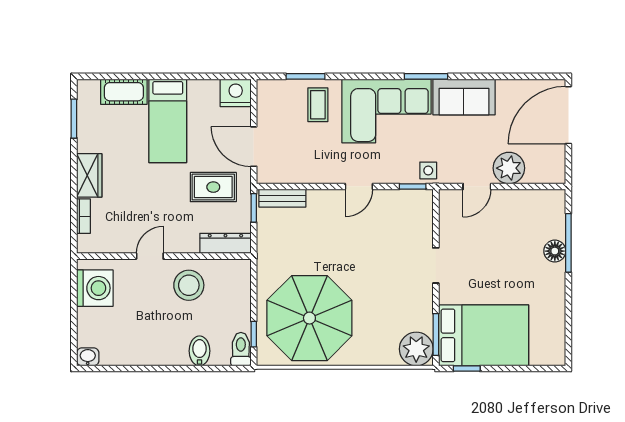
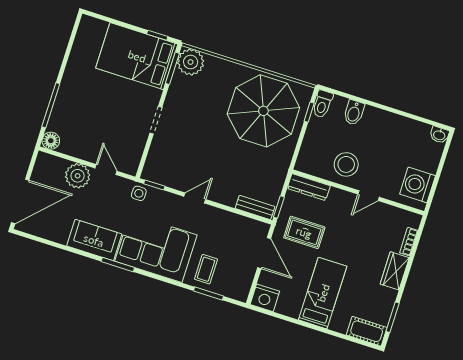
cot: (124, 92) -> (367, 331), moved
door: (477, 186) -> (106, 170), hinge flipped
floor lamp: (555, 251) -> (51, 141), moved

